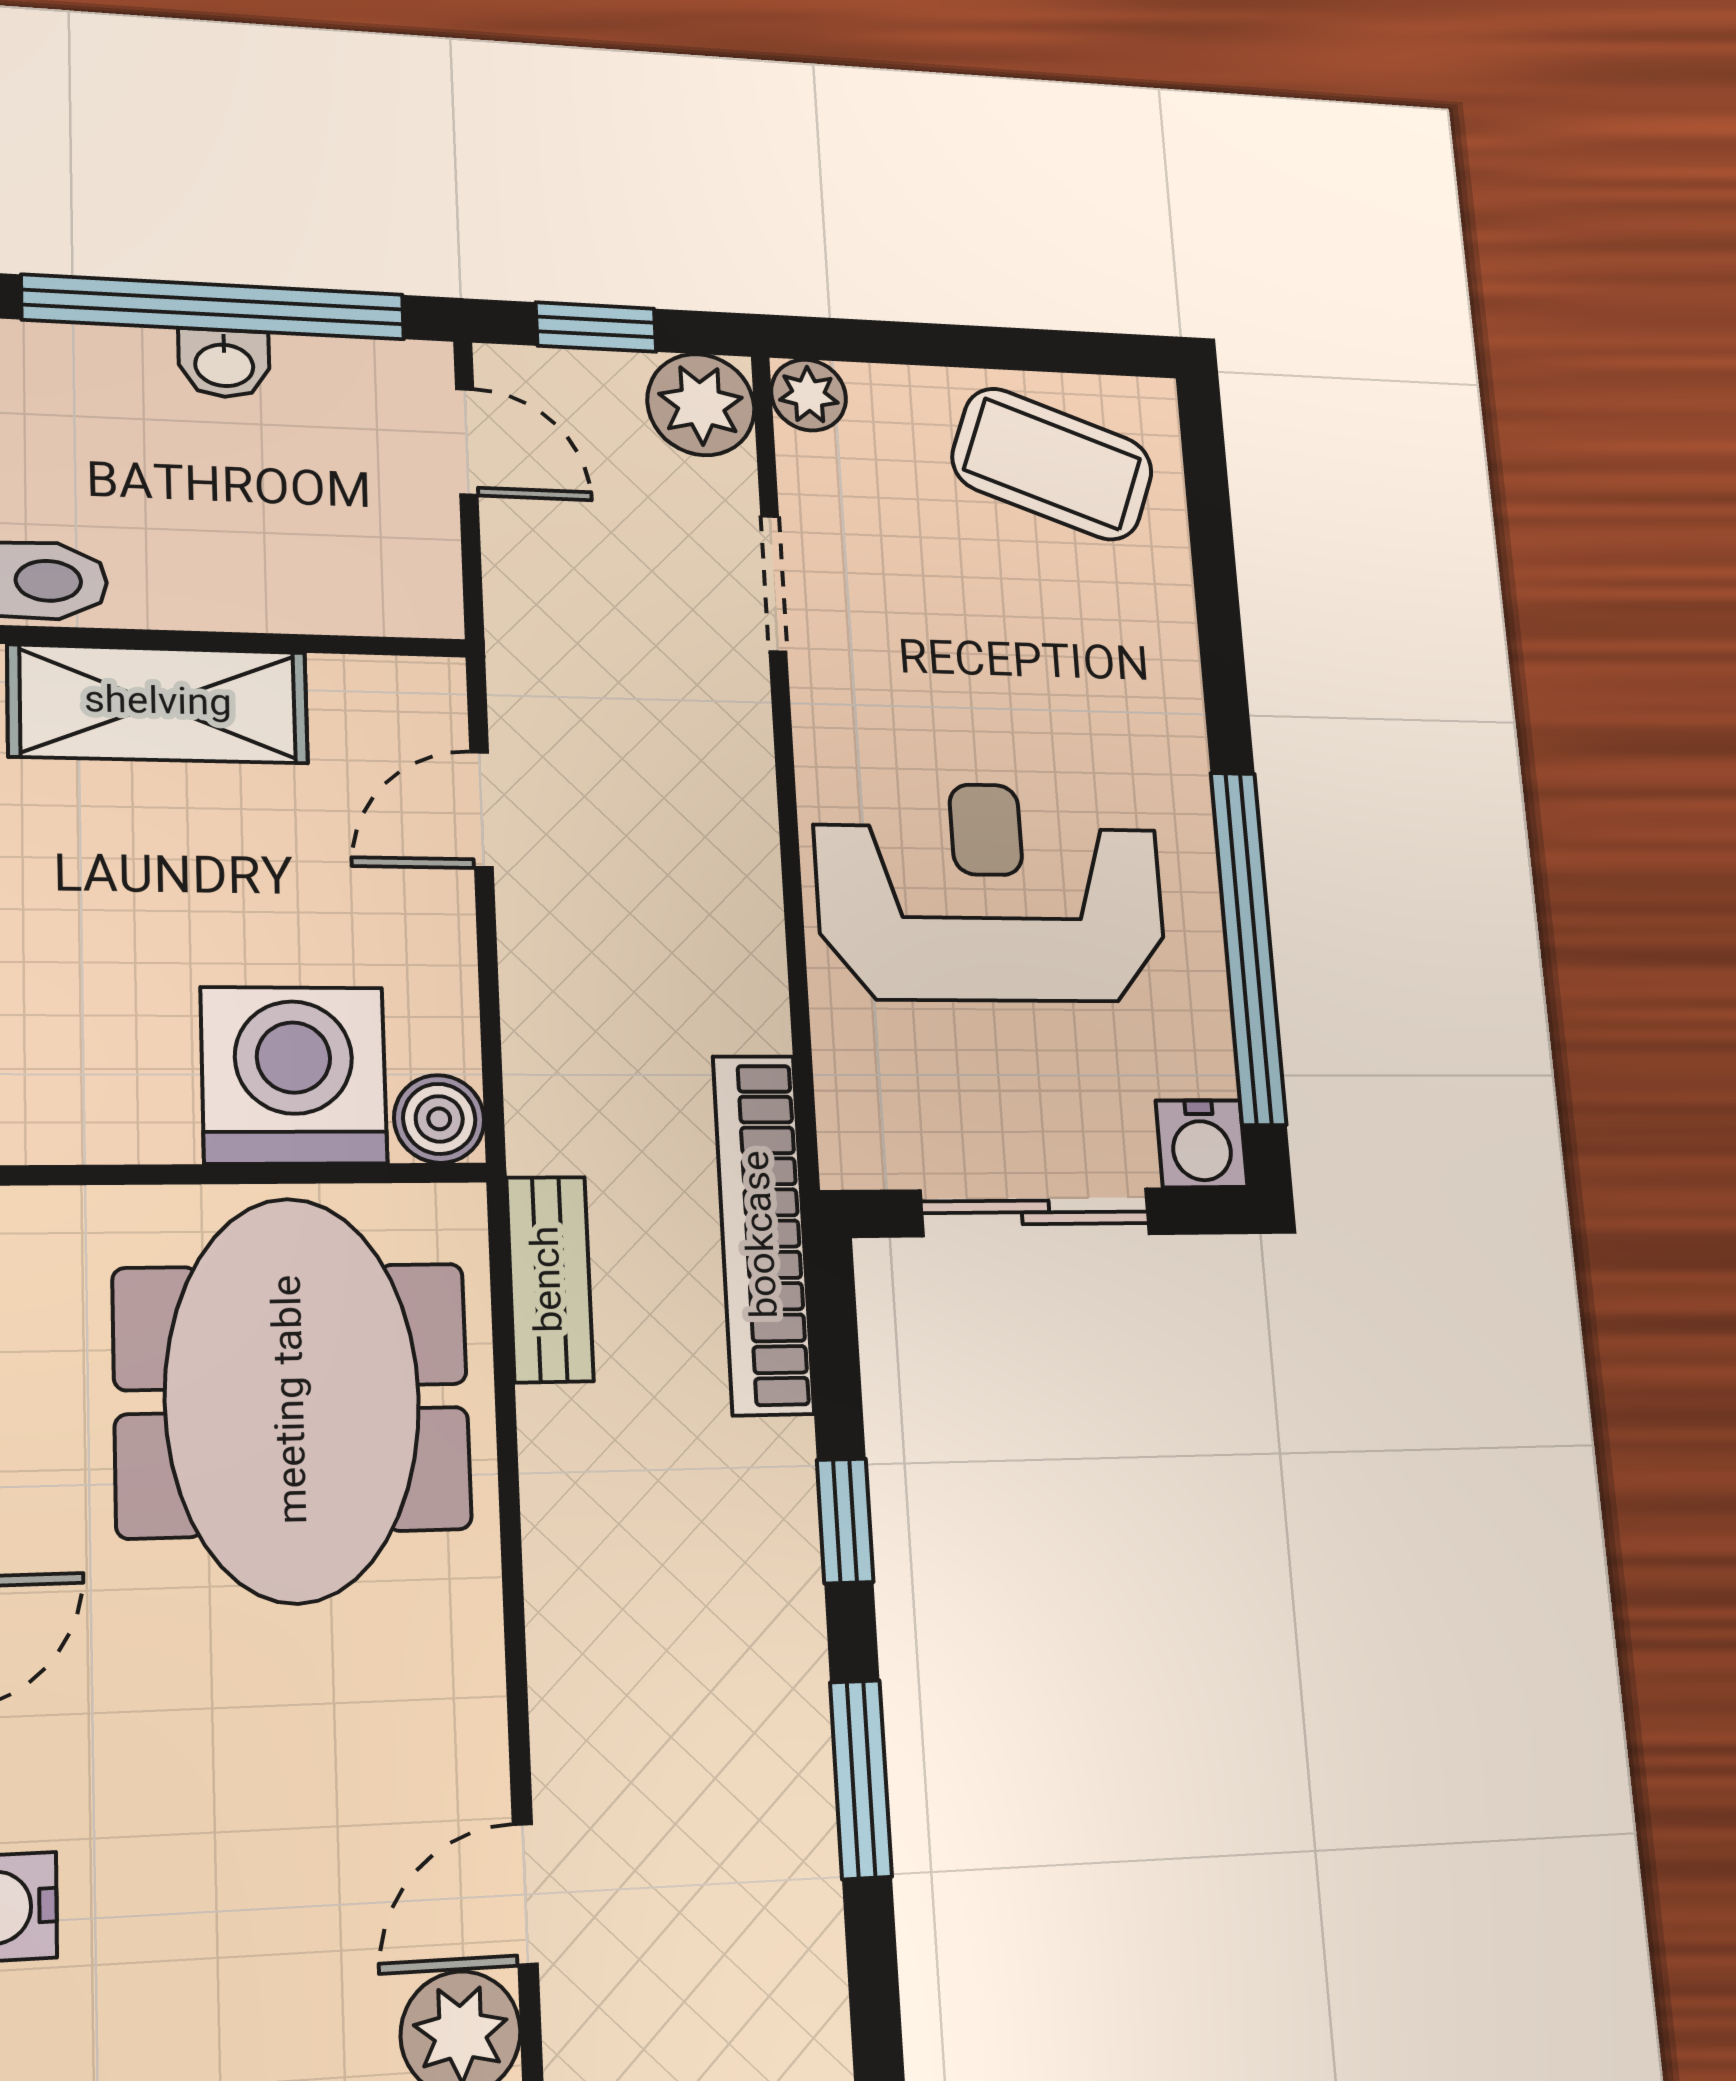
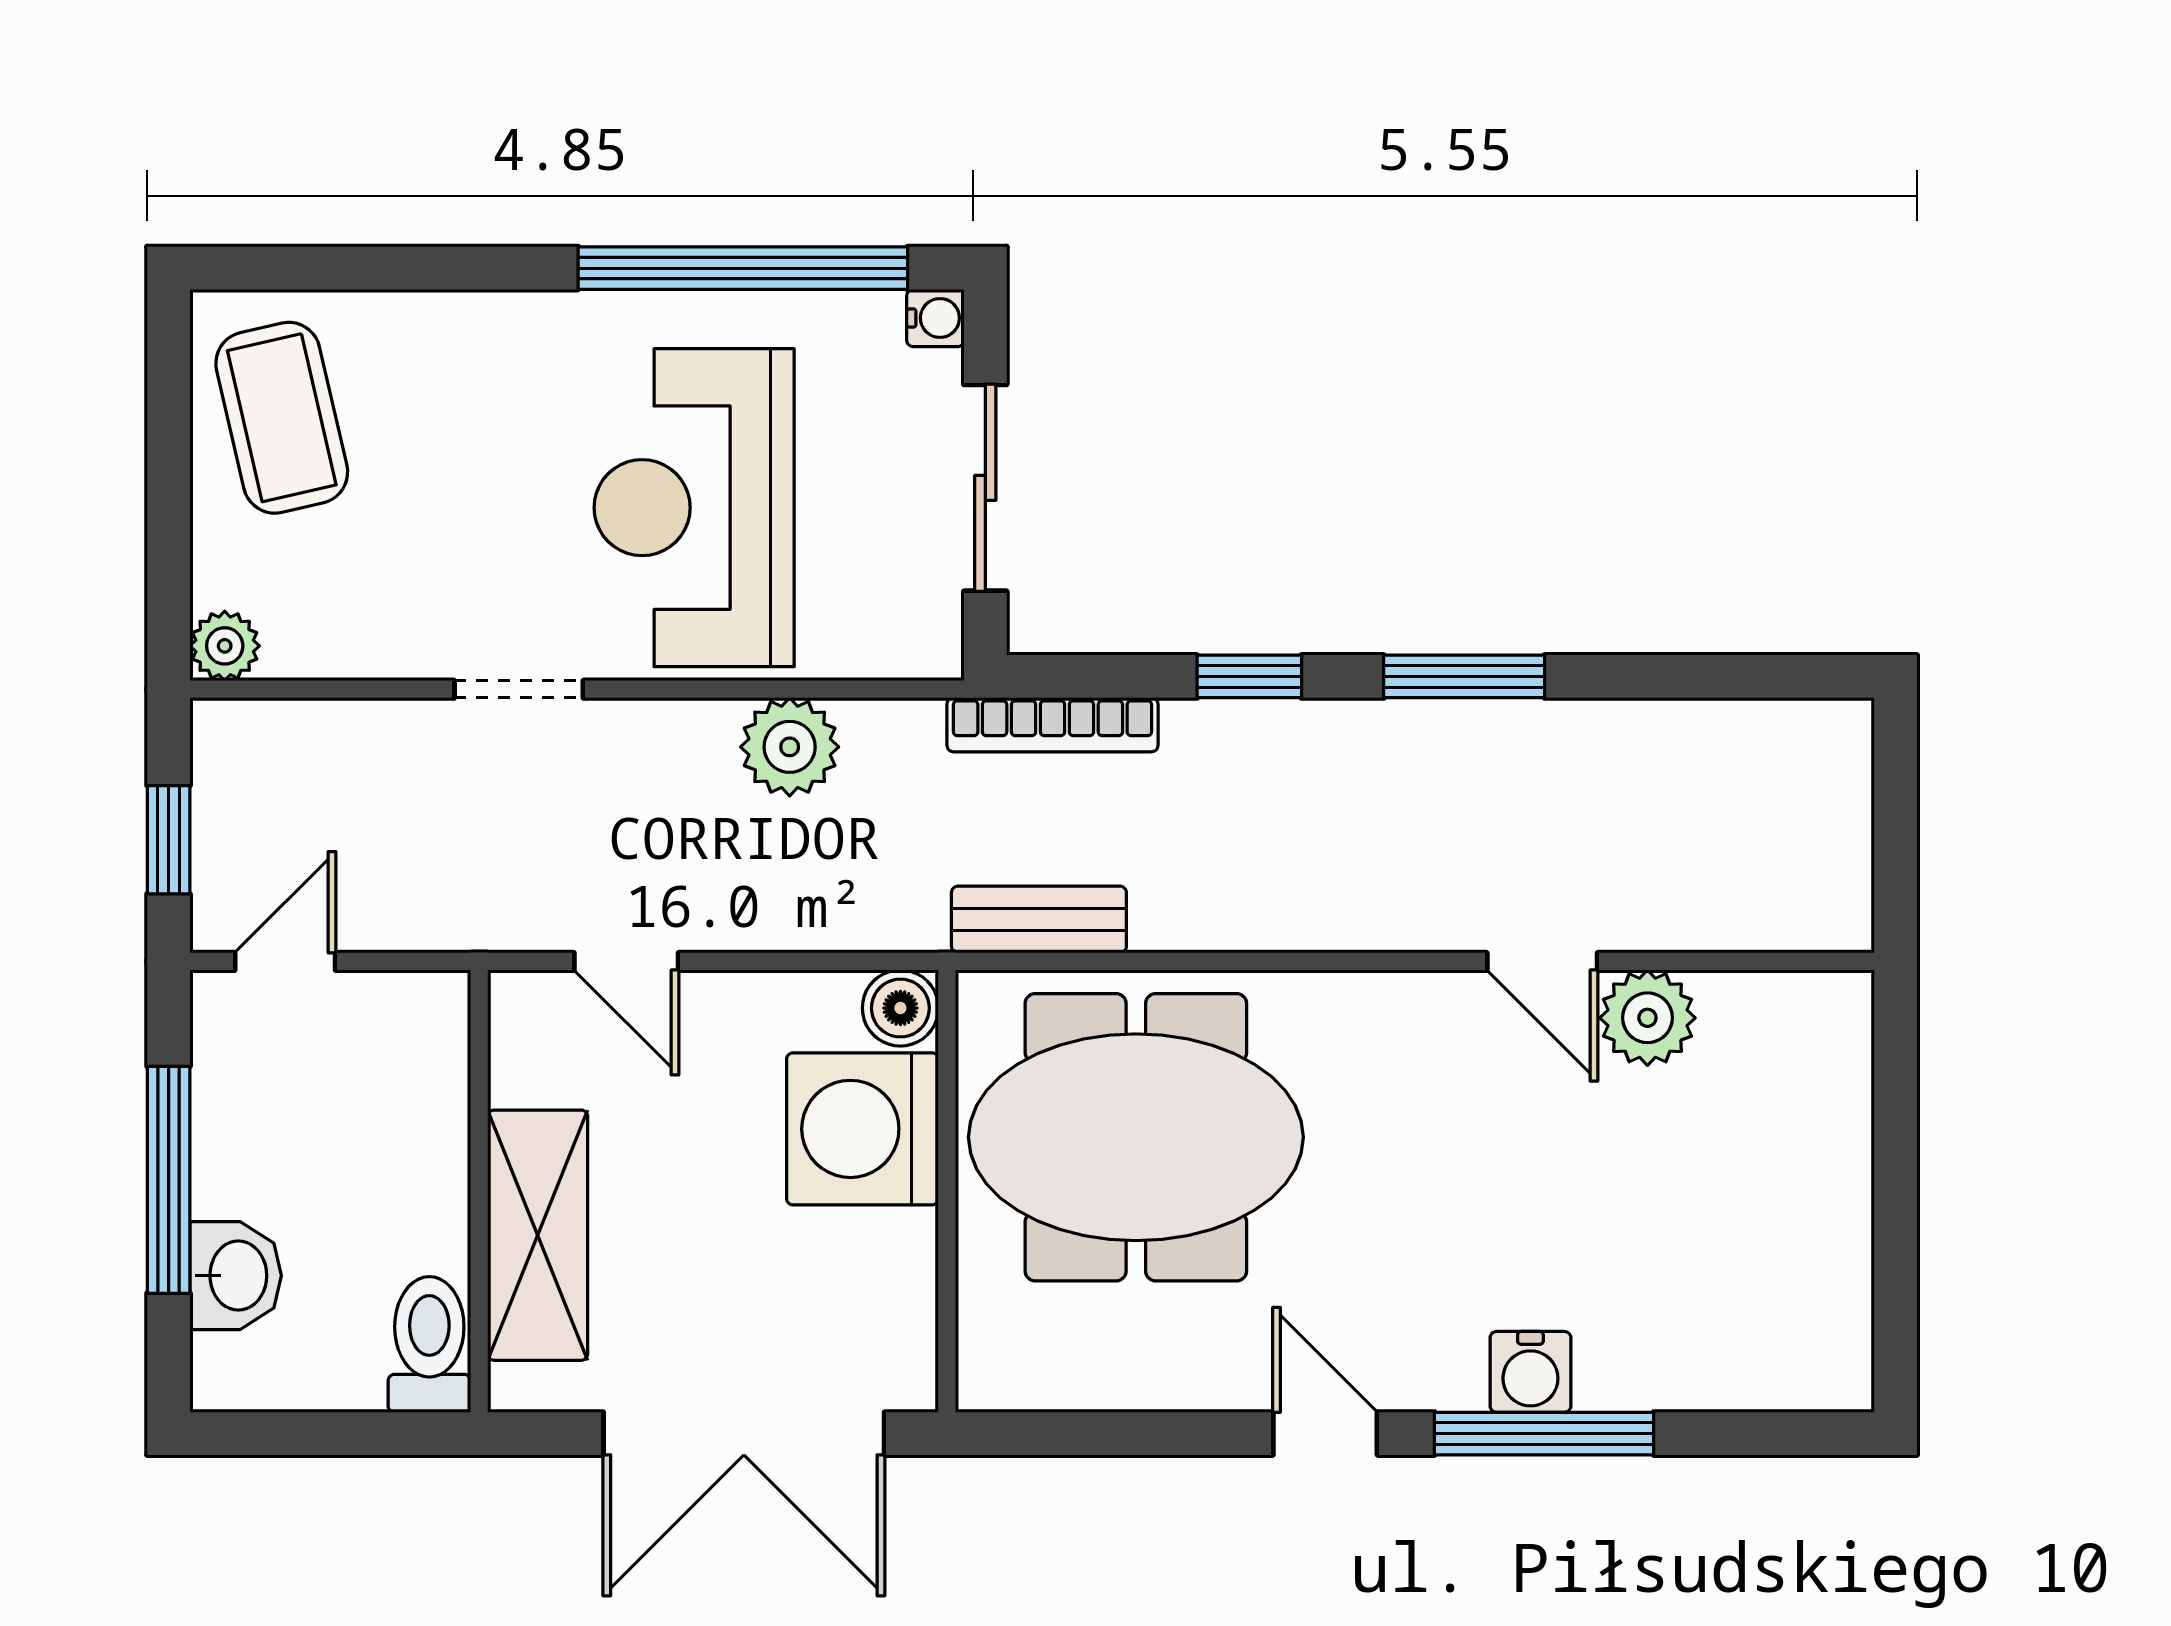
window: (215, 307) -> (169, 1180), width x0.68
washbasin: (224, 363) -> (236, 1276), moved, width x1.38, depth x1.45
plant: (701, 405) -> (790, 747), moved
coffee table: (1052, 464) -> (282, 418), turned -33
doorway: (774, 584) -> (519, 689), moved
water cooler: (1201, 1144) -> (935, 318), width x0.72, depth x0.72
bookcase: (763, 1234) -> (1052, 725), width x0.68, depth x0.76

